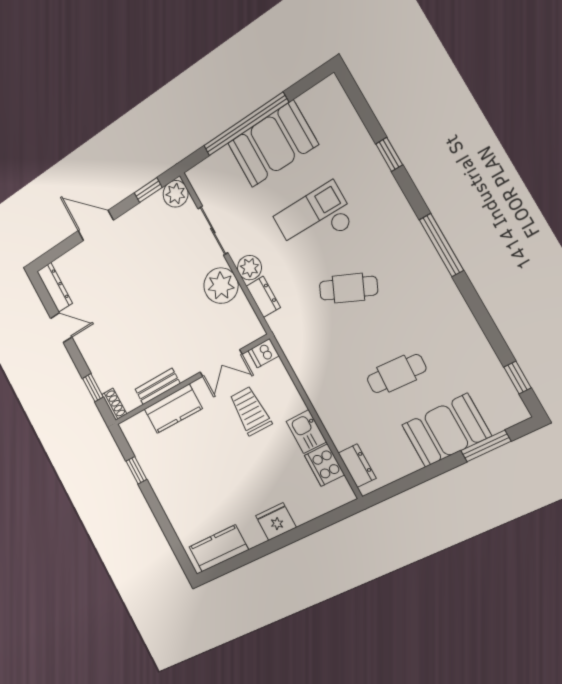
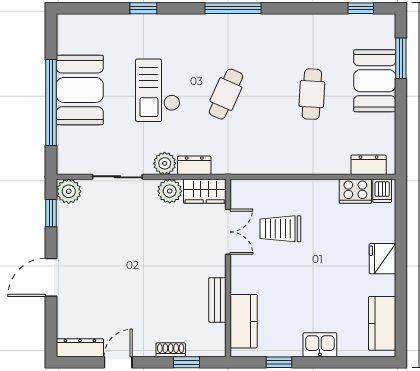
plant: (221, 286) -> (170, 191), width x0.73, depth x0.73
wardrobe: (245, 320) -> (205, 191), added
dishwasher: (264, 353) -> (382, 191), moved
shoe rack: (114, 404) -> (171, 350), moved
kitchen counter: (173, 409) -> (244, 321), moved
kitchen sink: (306, 432) -> (320, 345), moved, turned 180

